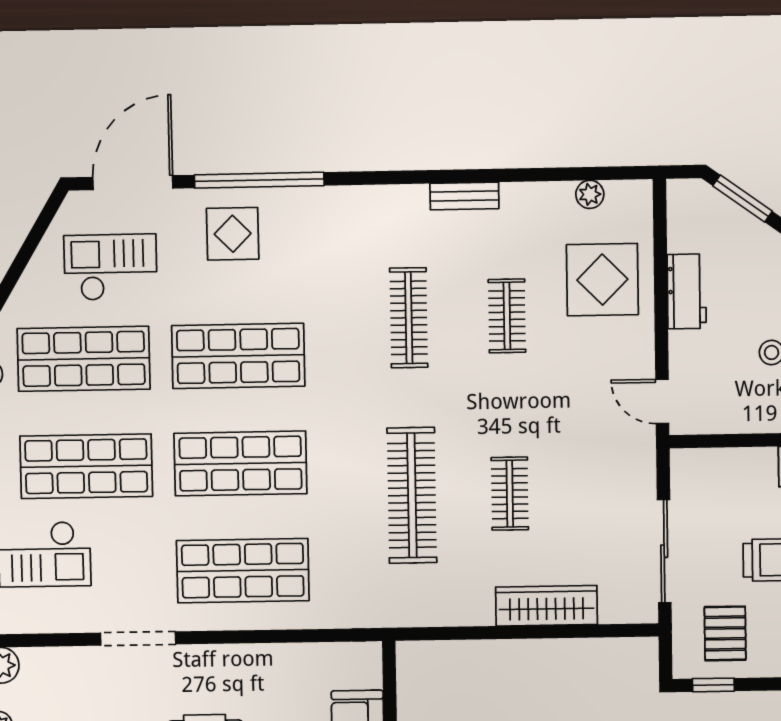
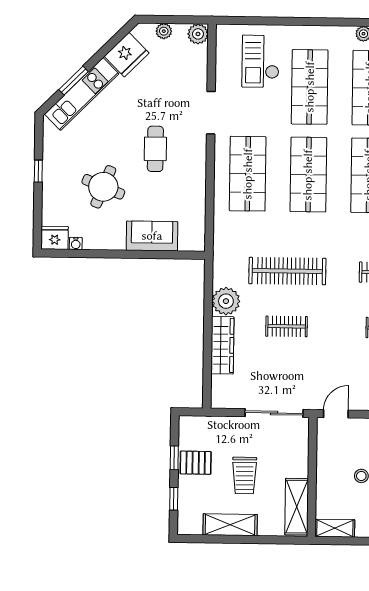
sliding door: (664, 551) -> (274, 413), moved
plant: (468, 602) -> (226, 301), added
pallet: (725, 633) -> (196, 463), moved
window: (713, 685) -> (174, 458), moved

